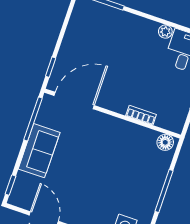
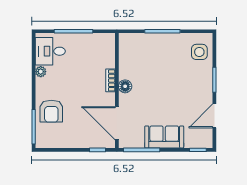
armchair: (115, 28) -> (51, 111), added
bookcase: (141, 115) -> (111, 80), moved
floor lamp: (165, 142) -> (125, 86), moved

